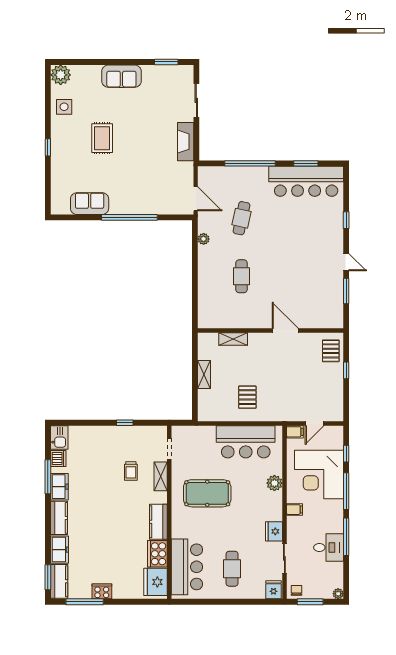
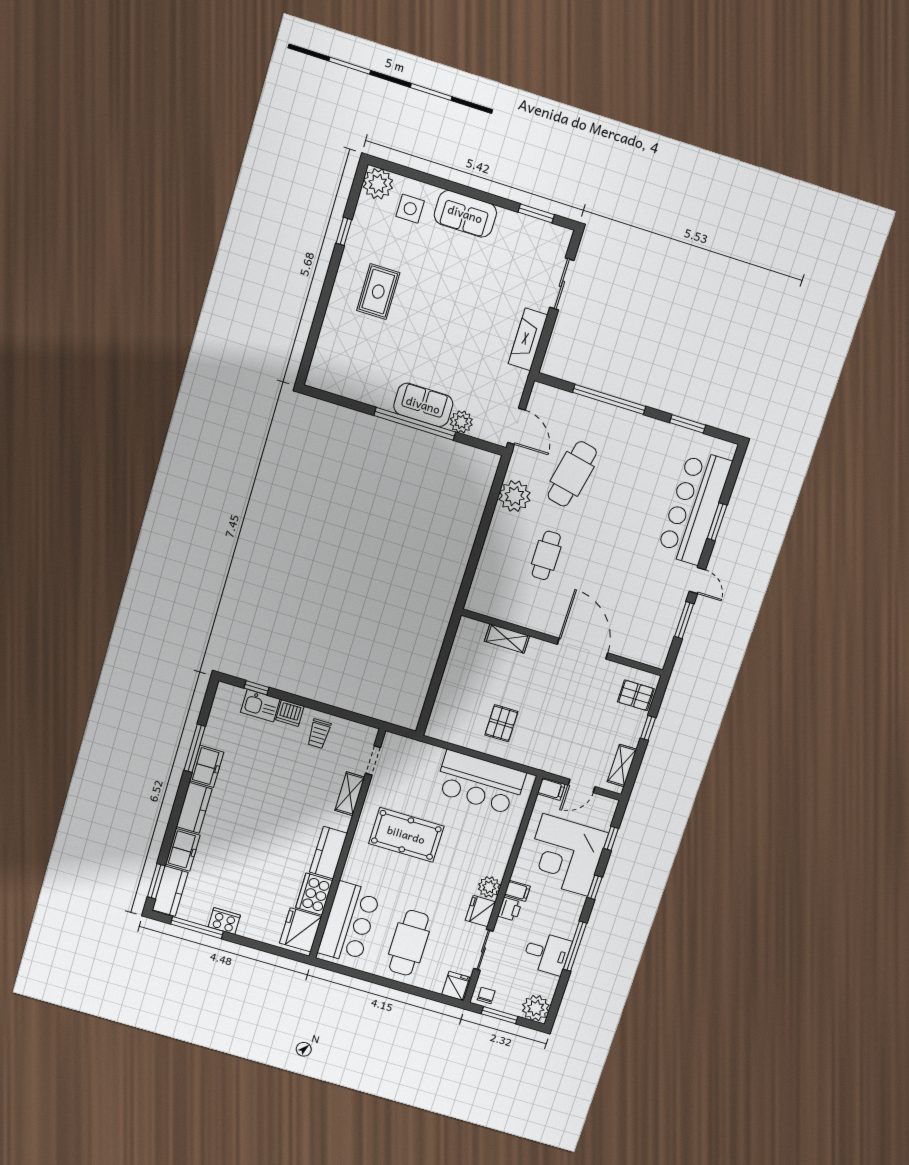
side table: (64, 107) -> (410, 209), moved
rug: (102, 138) -> (378, 292), moved
window: (48, 147) -> (344, 231), moved
bar counter: (306, 181) -> (694, 507), moved, turned 90
sofa: (90, 204) -> (423, 405), moved
plant: (159, 207) -> (461, 422), added
cafe table: (241, 218) -> (572, 474), width x1.37, depth x1.35
window: (346, 220) -> (717, 522), width x1.50
plant: (204, 239) -> (515, 496), width x1.88, depth x1.88
door: (285, 330) -> (583, 649), width x1.36
pallet: (331, 351) -> (636, 695), turned 90
shelving: (204, 375) -> (622, 765), moved
window: (125, 423) -> (256, 688), moved
kitchen sink: (59, 437) -> (260, 706), moved, turned 90
dishwasher: (58, 459) -> (290, 713), moved, turned 90
trolley: (131, 471) -> (319, 734), moved
plant: (274, 483) -> (489, 887), moved
window: (346, 491) -> (595, 887), width x0.46
printer: (293, 524) -> (510, 909), added
cafe table: (232, 569) -> (409, 943), width x1.37, depth x1.35
plant: (338, 594) -> (536, 1008), width x1.88, depth x1.88

